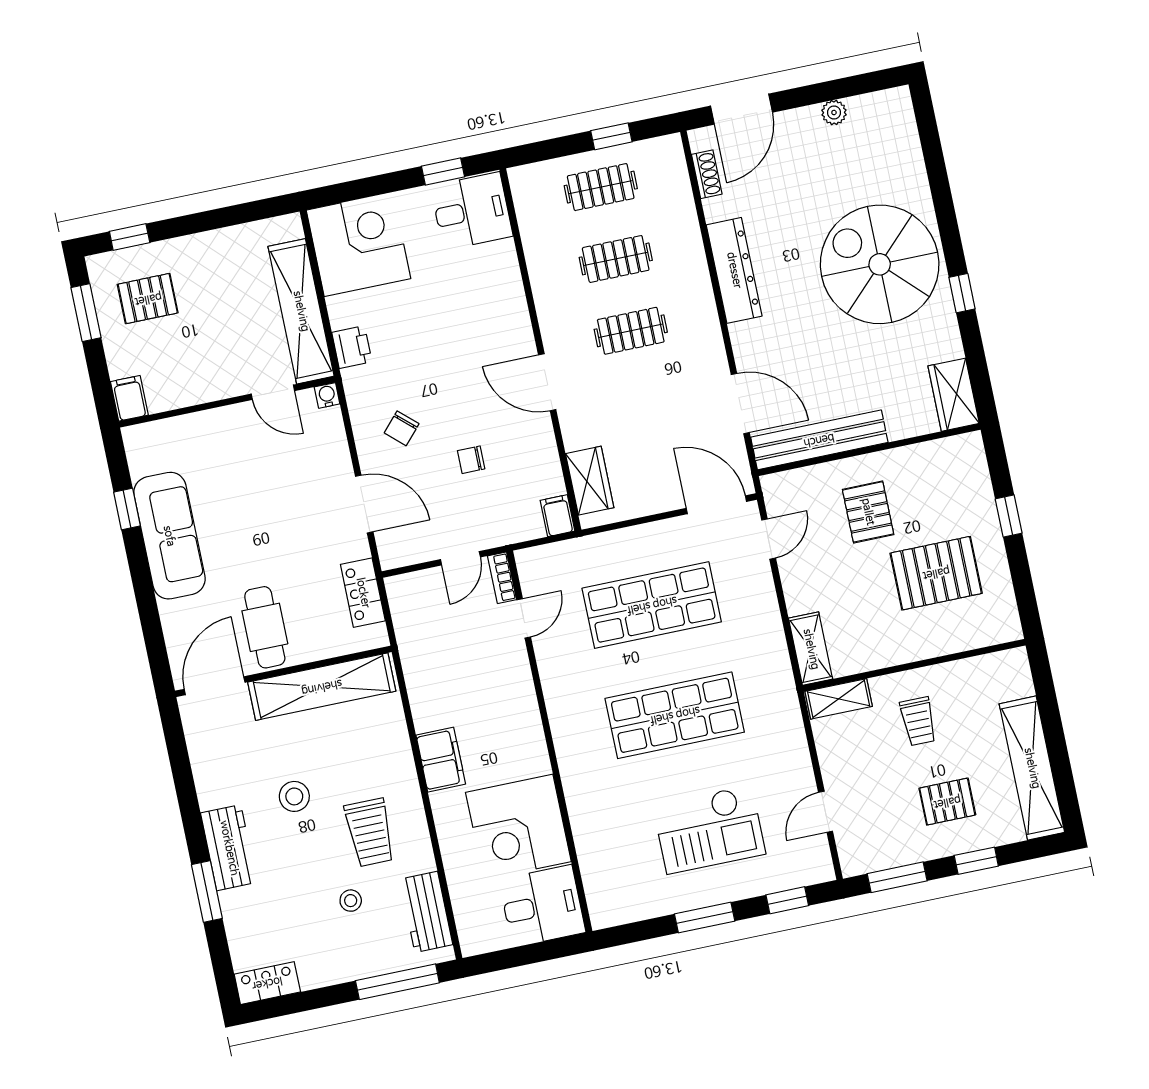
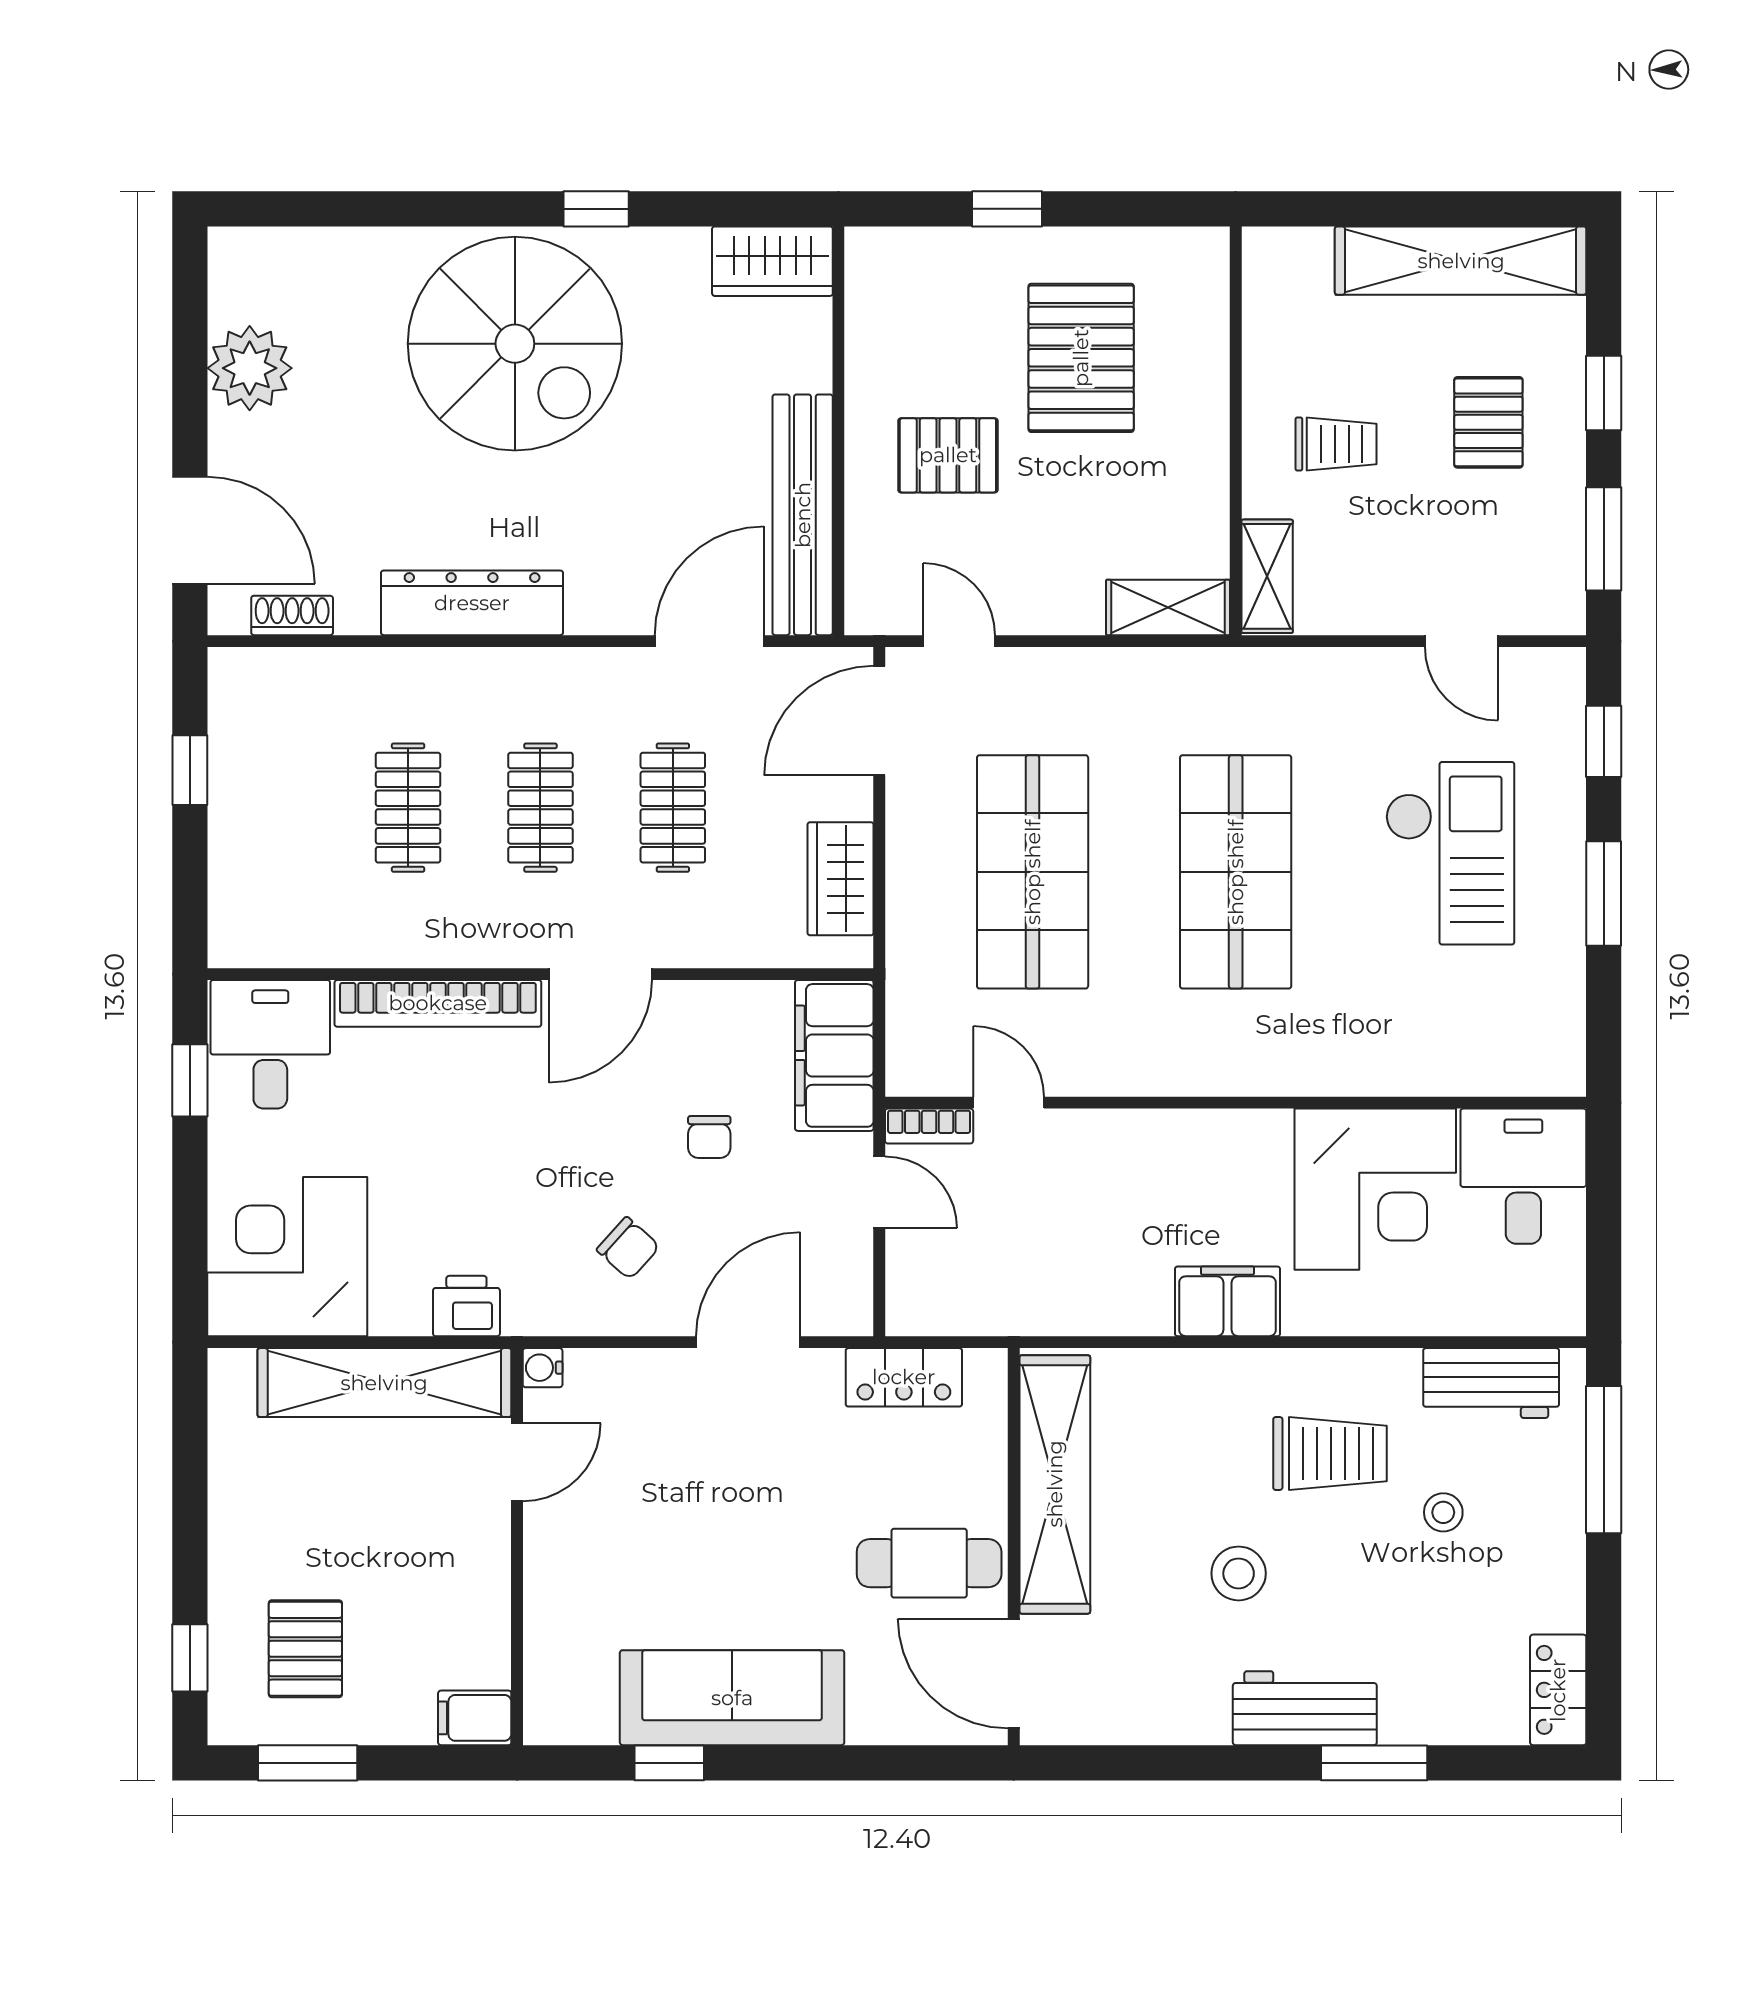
plant: (834, 112) -> (250, 368), width x1.88, depth x1.88
clothes rail: (601, 187) -> (673, 808), moved
spiral stairs: (880, 264) -> (515, 344), turned -90
bookcase: (513, 297) -> (438, 1003), added
wardrobe: (590, 481) -> (841, 879), moved, turned -90
filing cabinet: (558, 516) -> (834, 1055), width x3.00, depth x1.17

